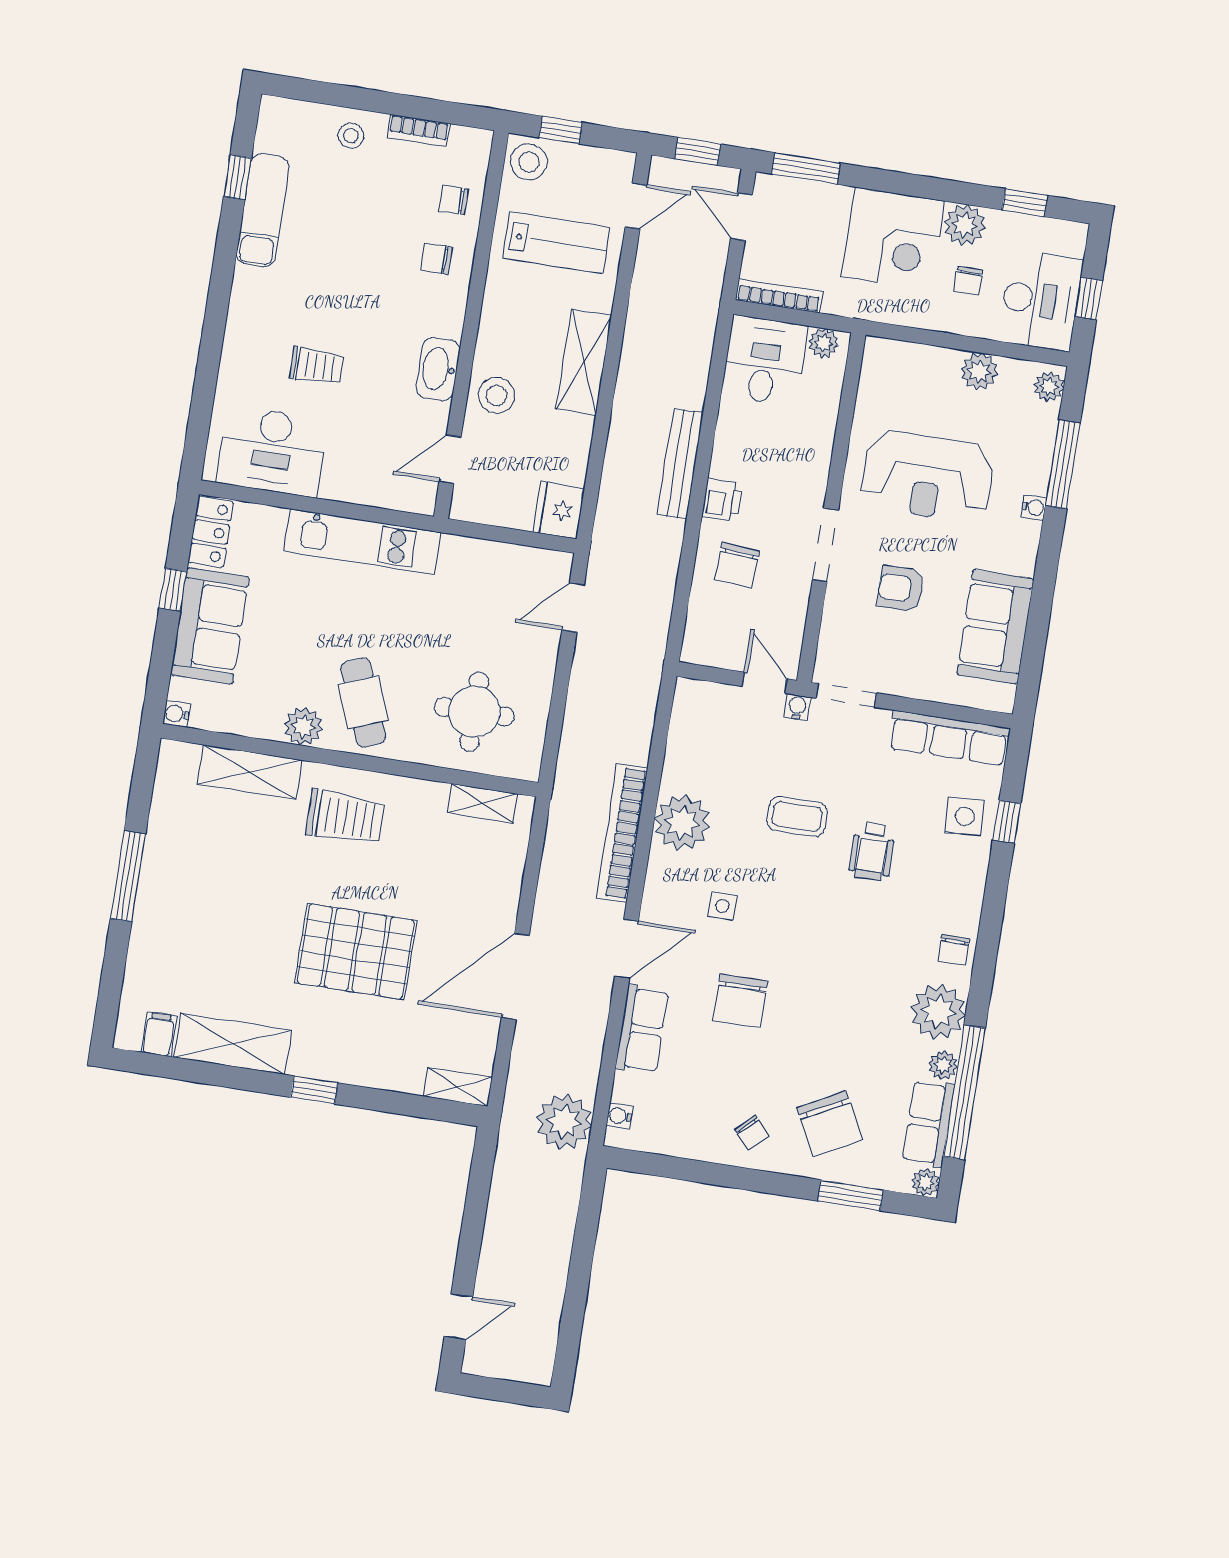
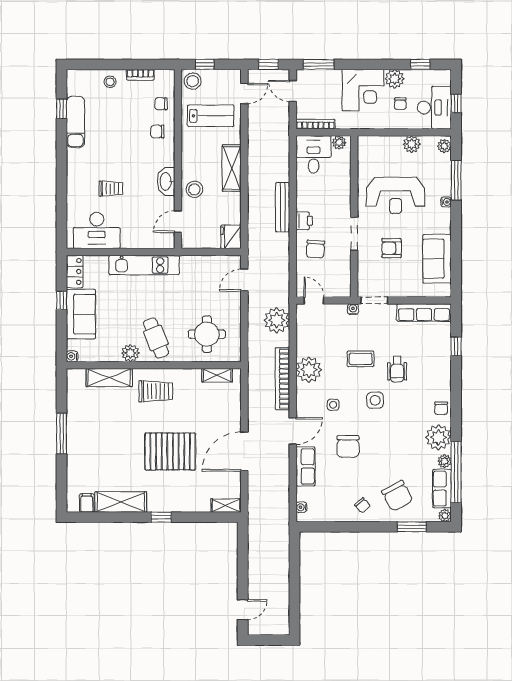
door: (765, 683) -> (314, 300), moved
side table: (965, 816) -> (375, 400), moved
plant: (564, 1122) -> (277, 320), moved

